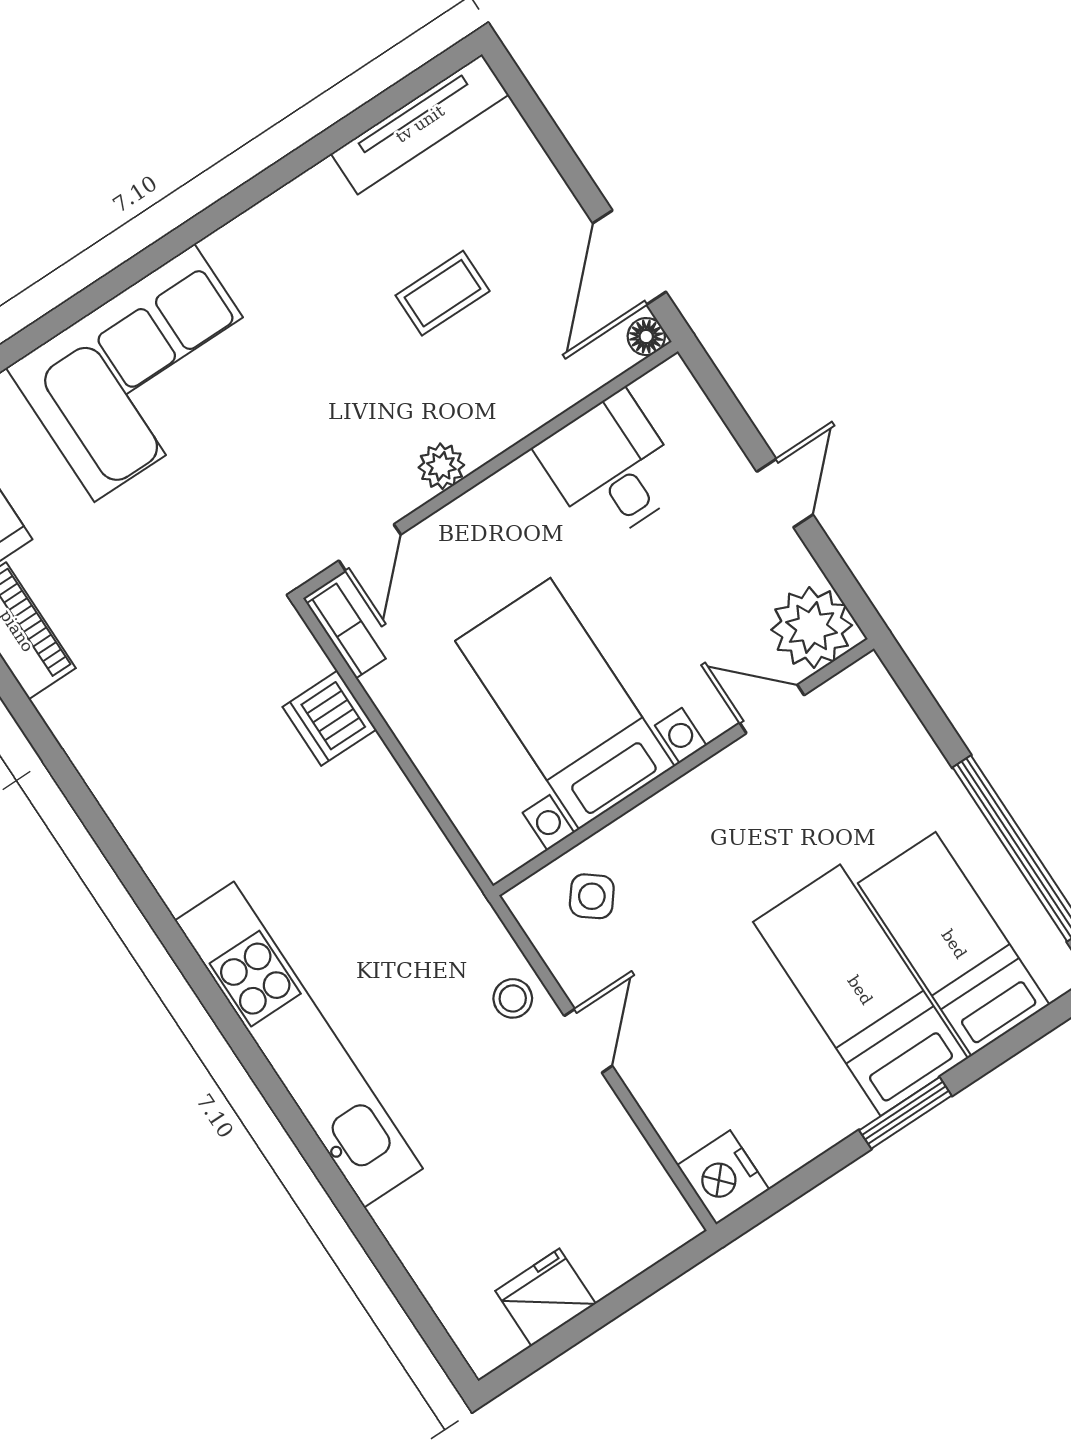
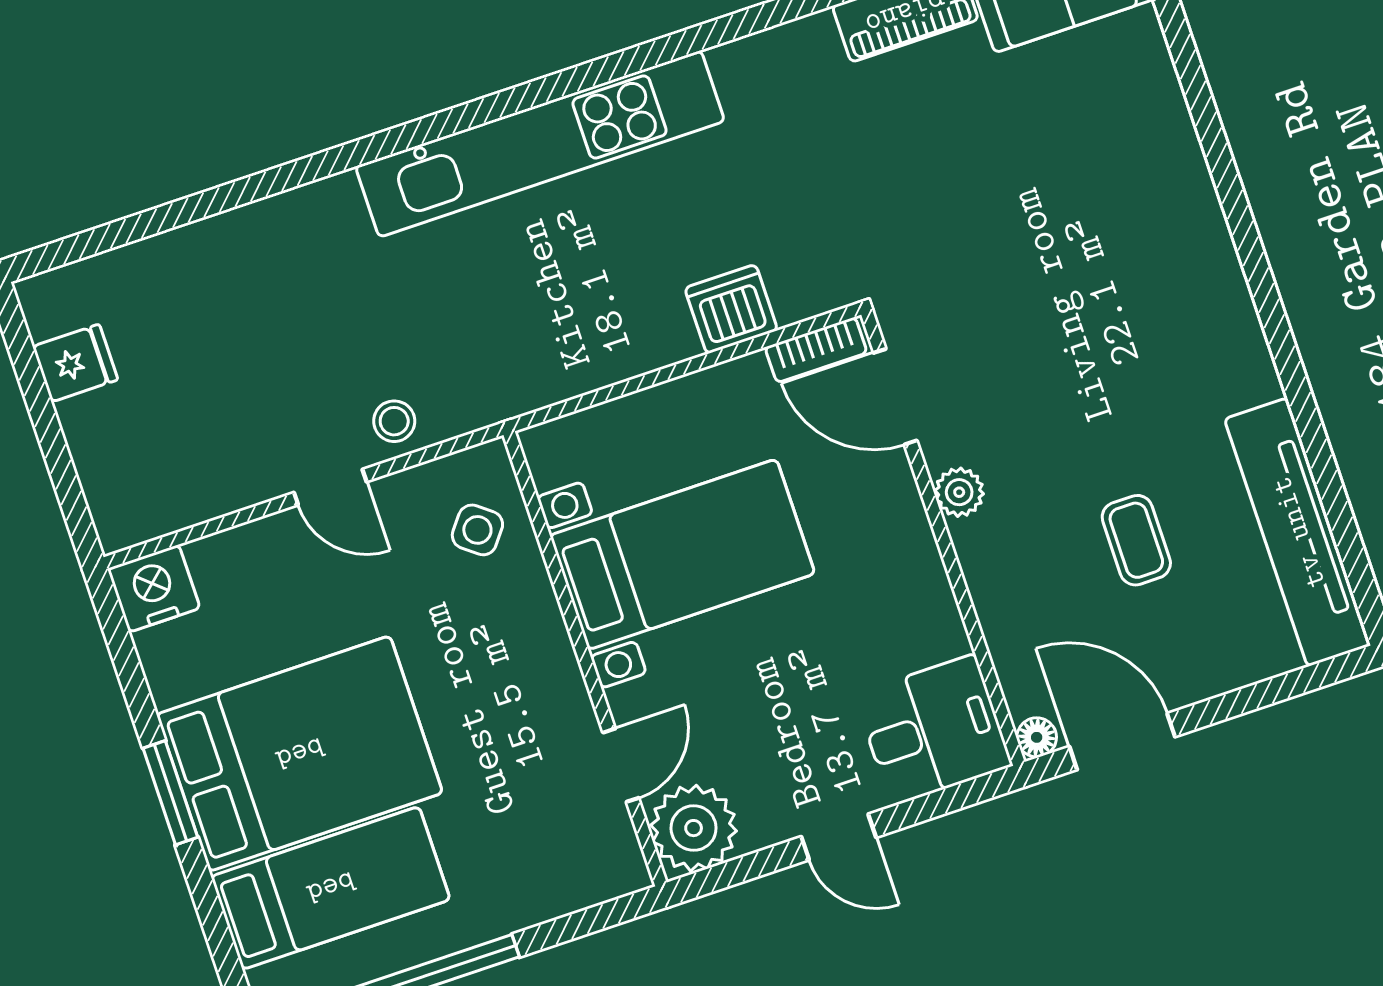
tv unit: (420, 124) -> (1298, 532), width x1.36, depth x1.29
corner sofa: (144, 373) -> (1135, 213), removed
desk: (611, 468) -> (933, 730), moved
door: (370, 548) -> (895, 397), width x1.38
bed: (860, 990) -> (300, 754), width x1.50
kitchen unit: (299, 1045) -> (540, 144), moved
fridge: (546, 1297) -> (75, 363), width x0.72

